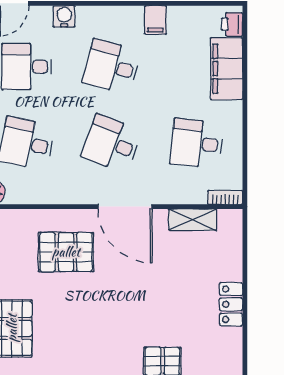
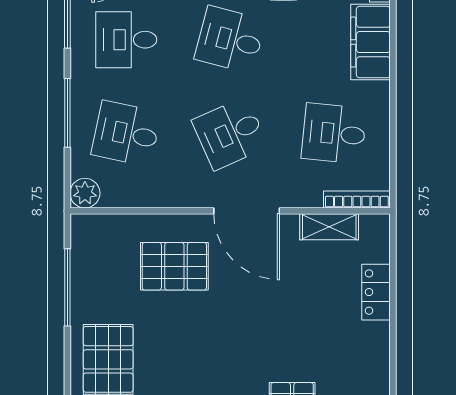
desk: (112, 143) -> (230, 133), turned -45
bookcase: (225, 197) -> (357, 199), width x1.56
locker: (231, 304) -> (376, 292), moved

